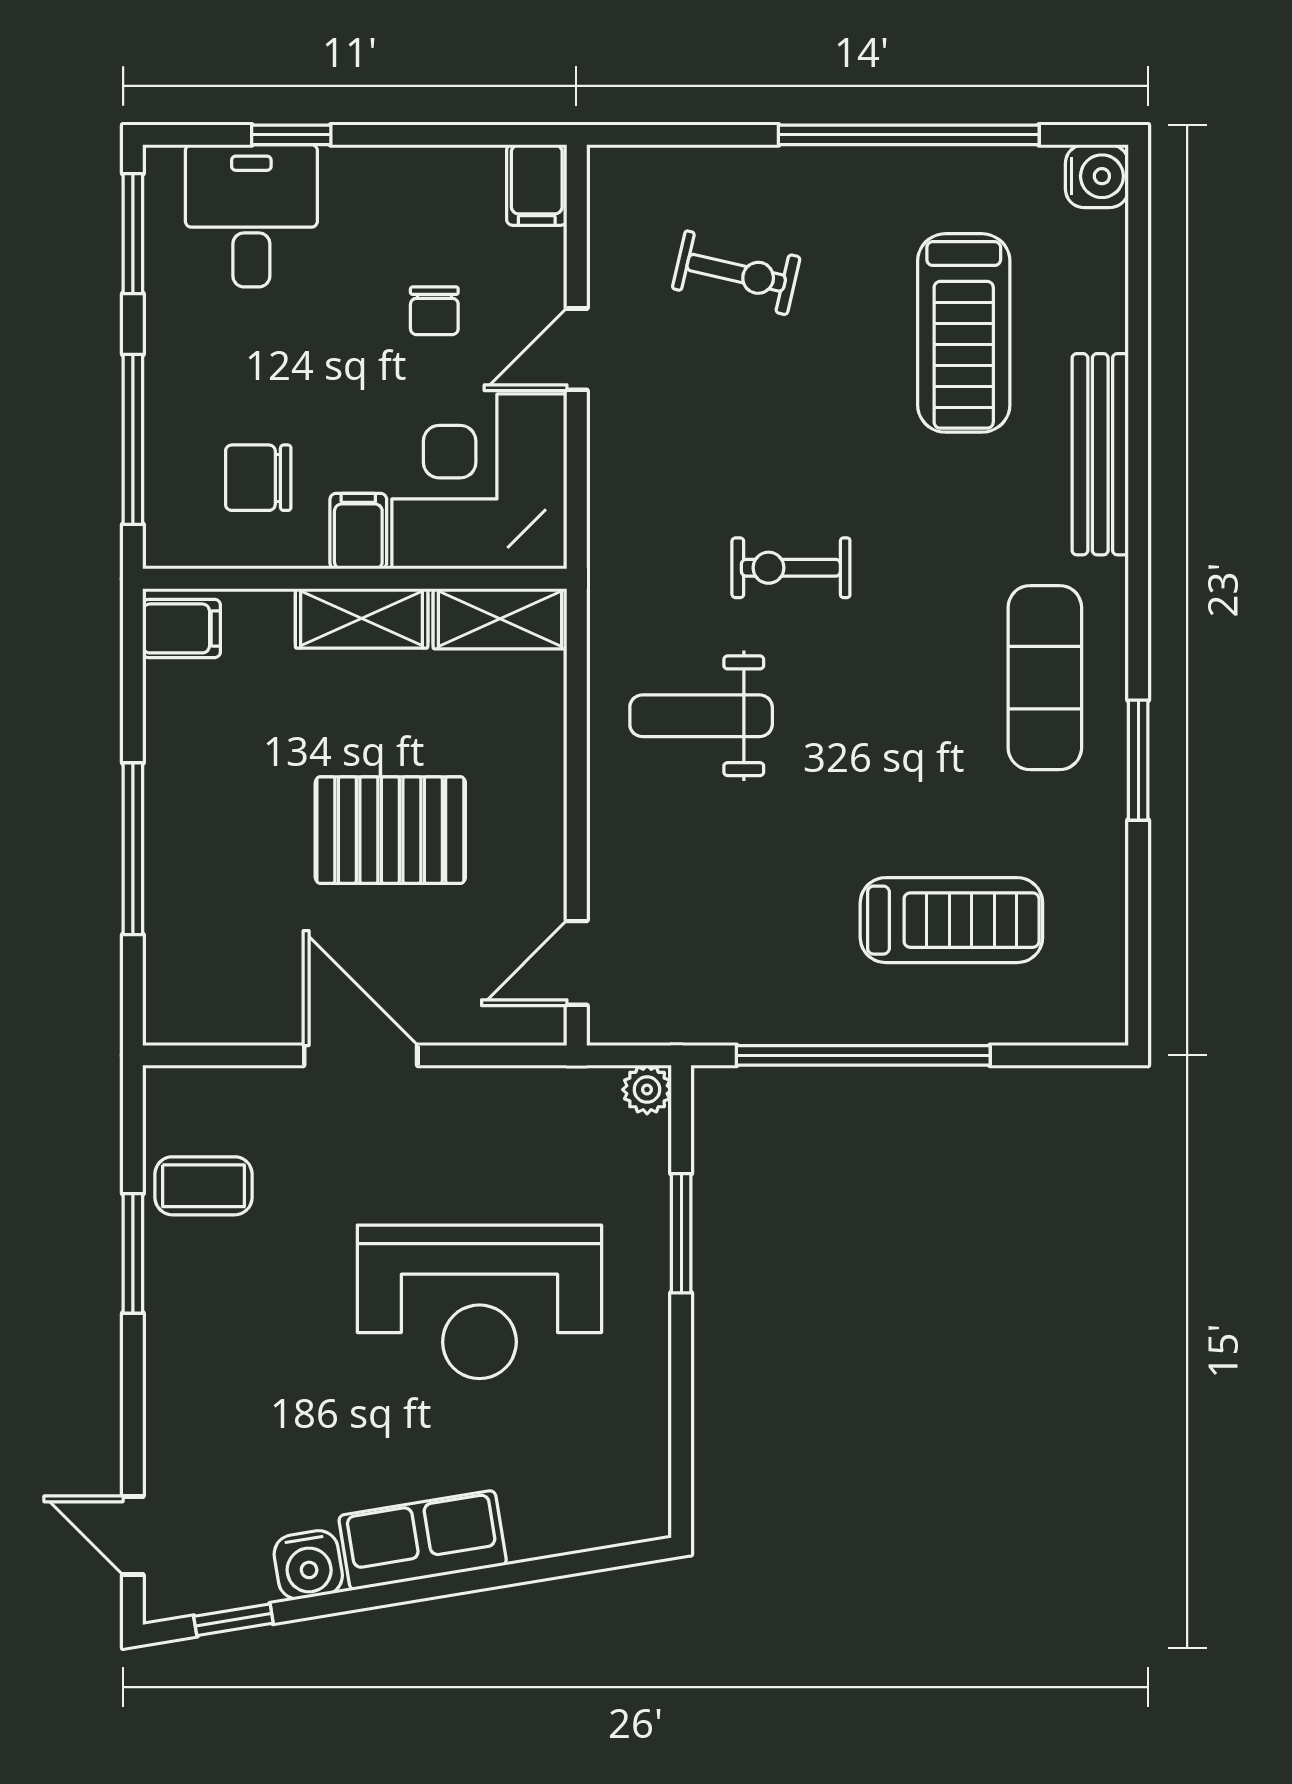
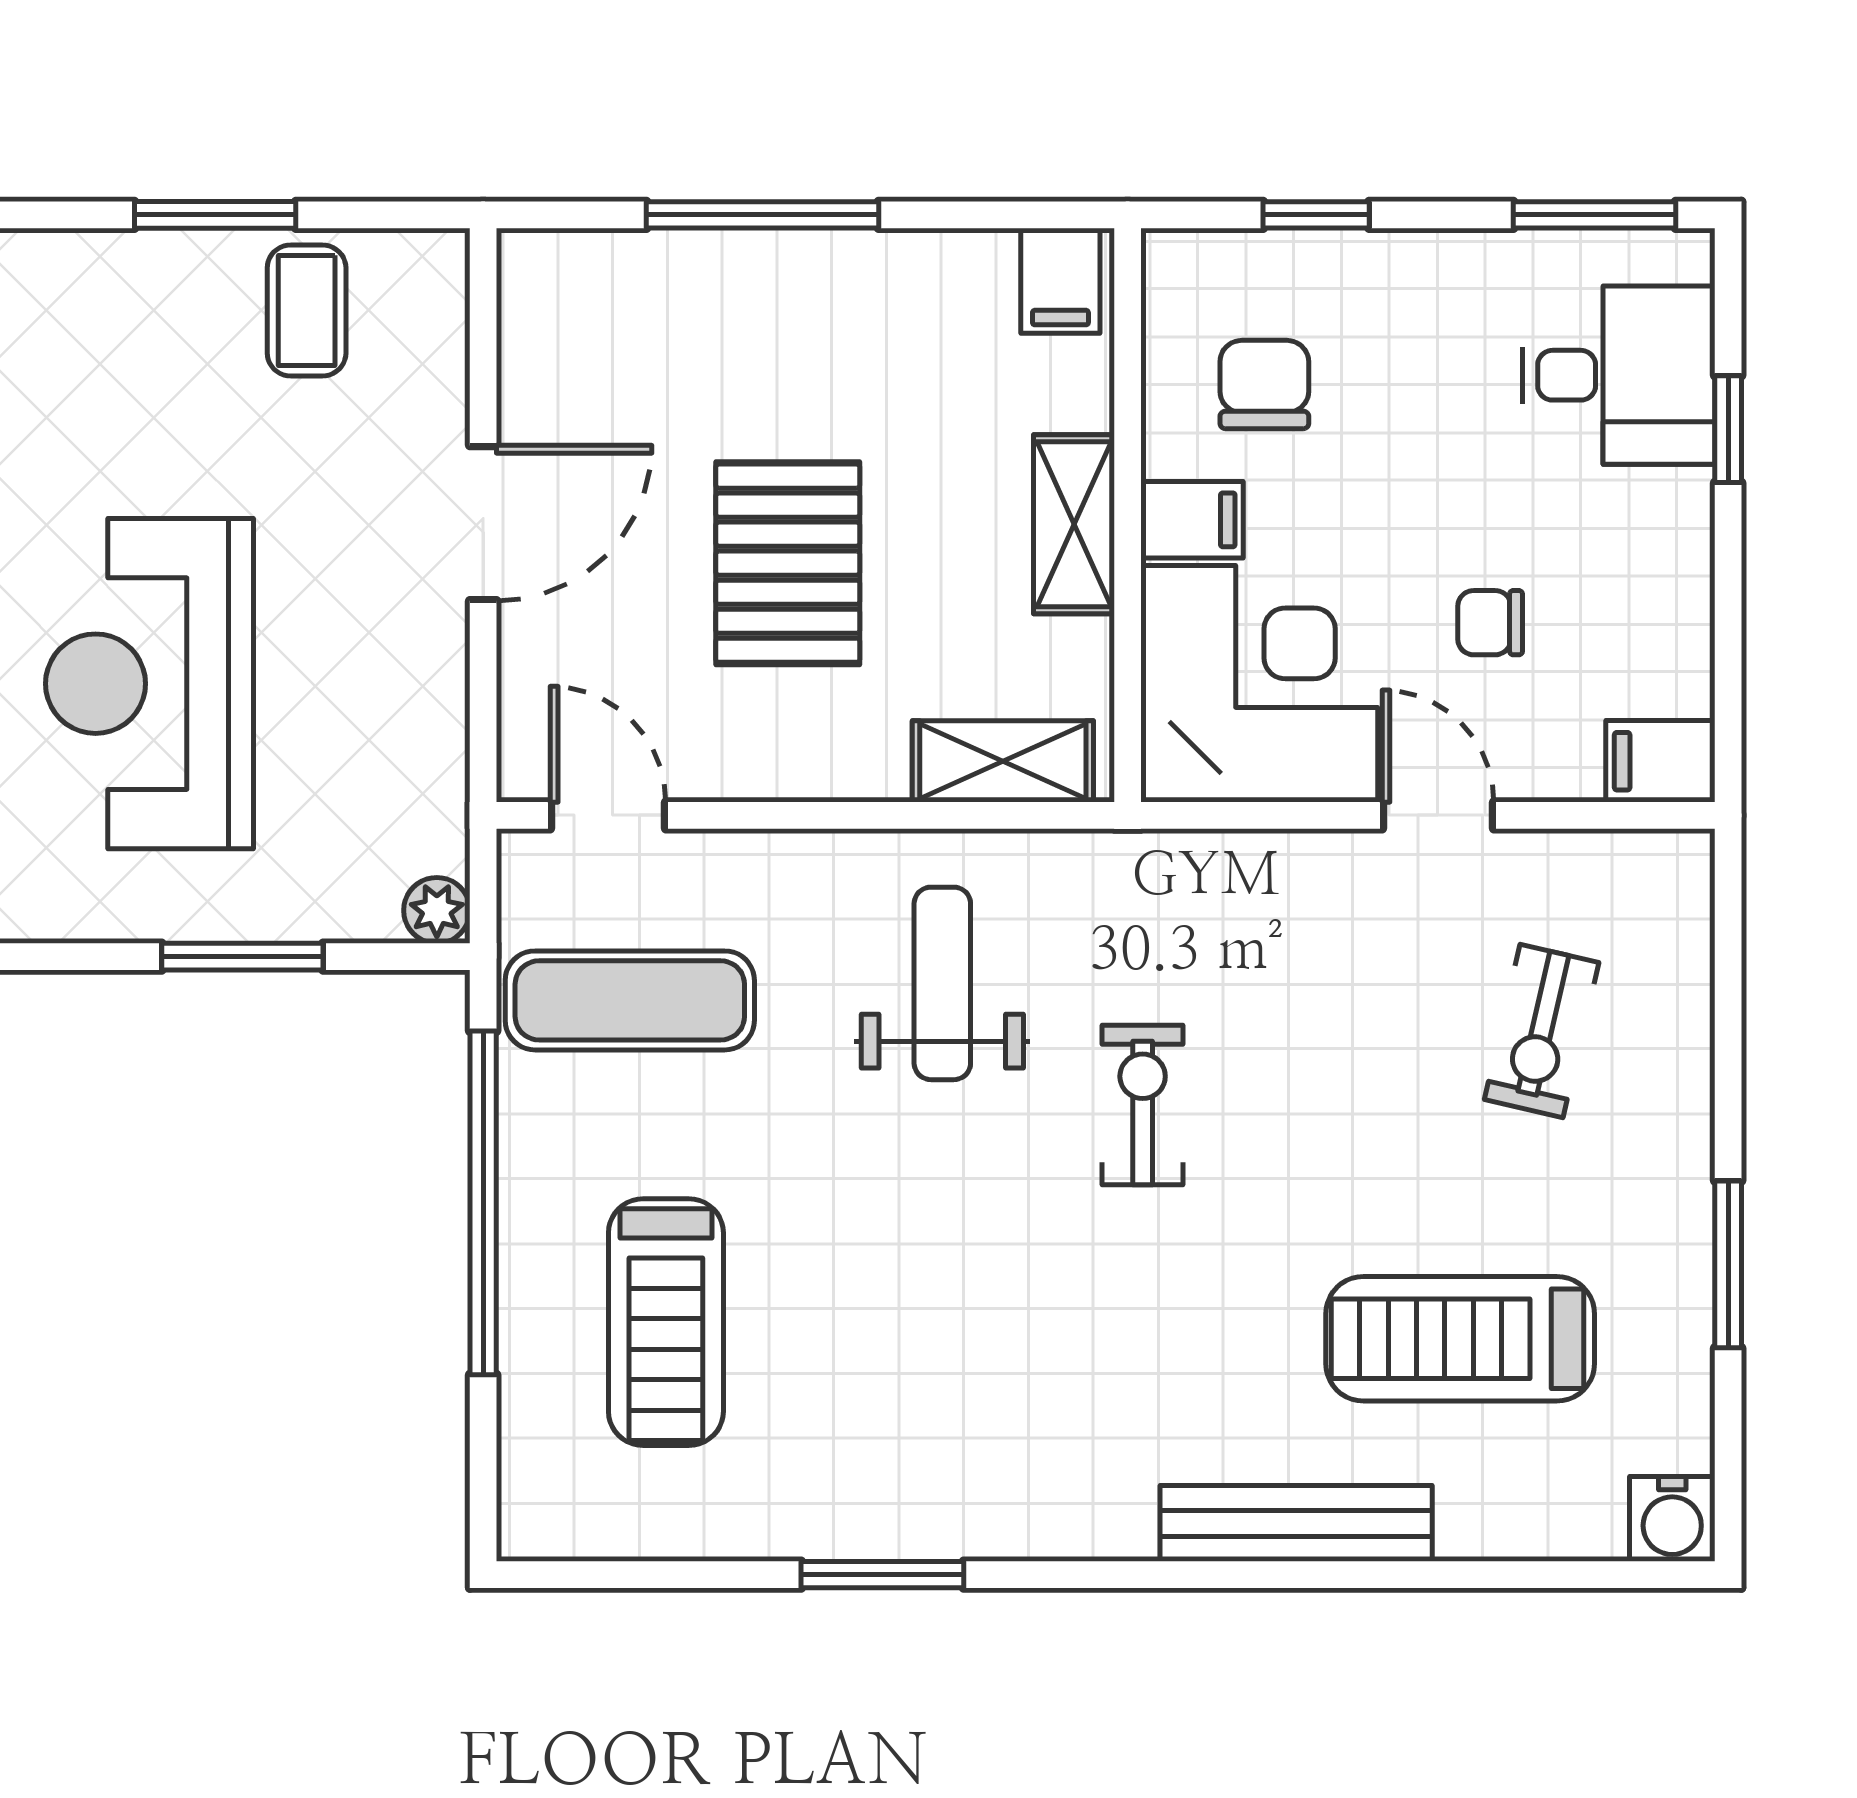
window: (909, 135) -> (1728, 1264), width x0.47
window: (133, 439) -> (1316, 215), width x0.46
shelving: (500, 619) -> (1003, 761), moved, turned 90
exercise mat: (1045, 678) -> (630, 1000), moved

